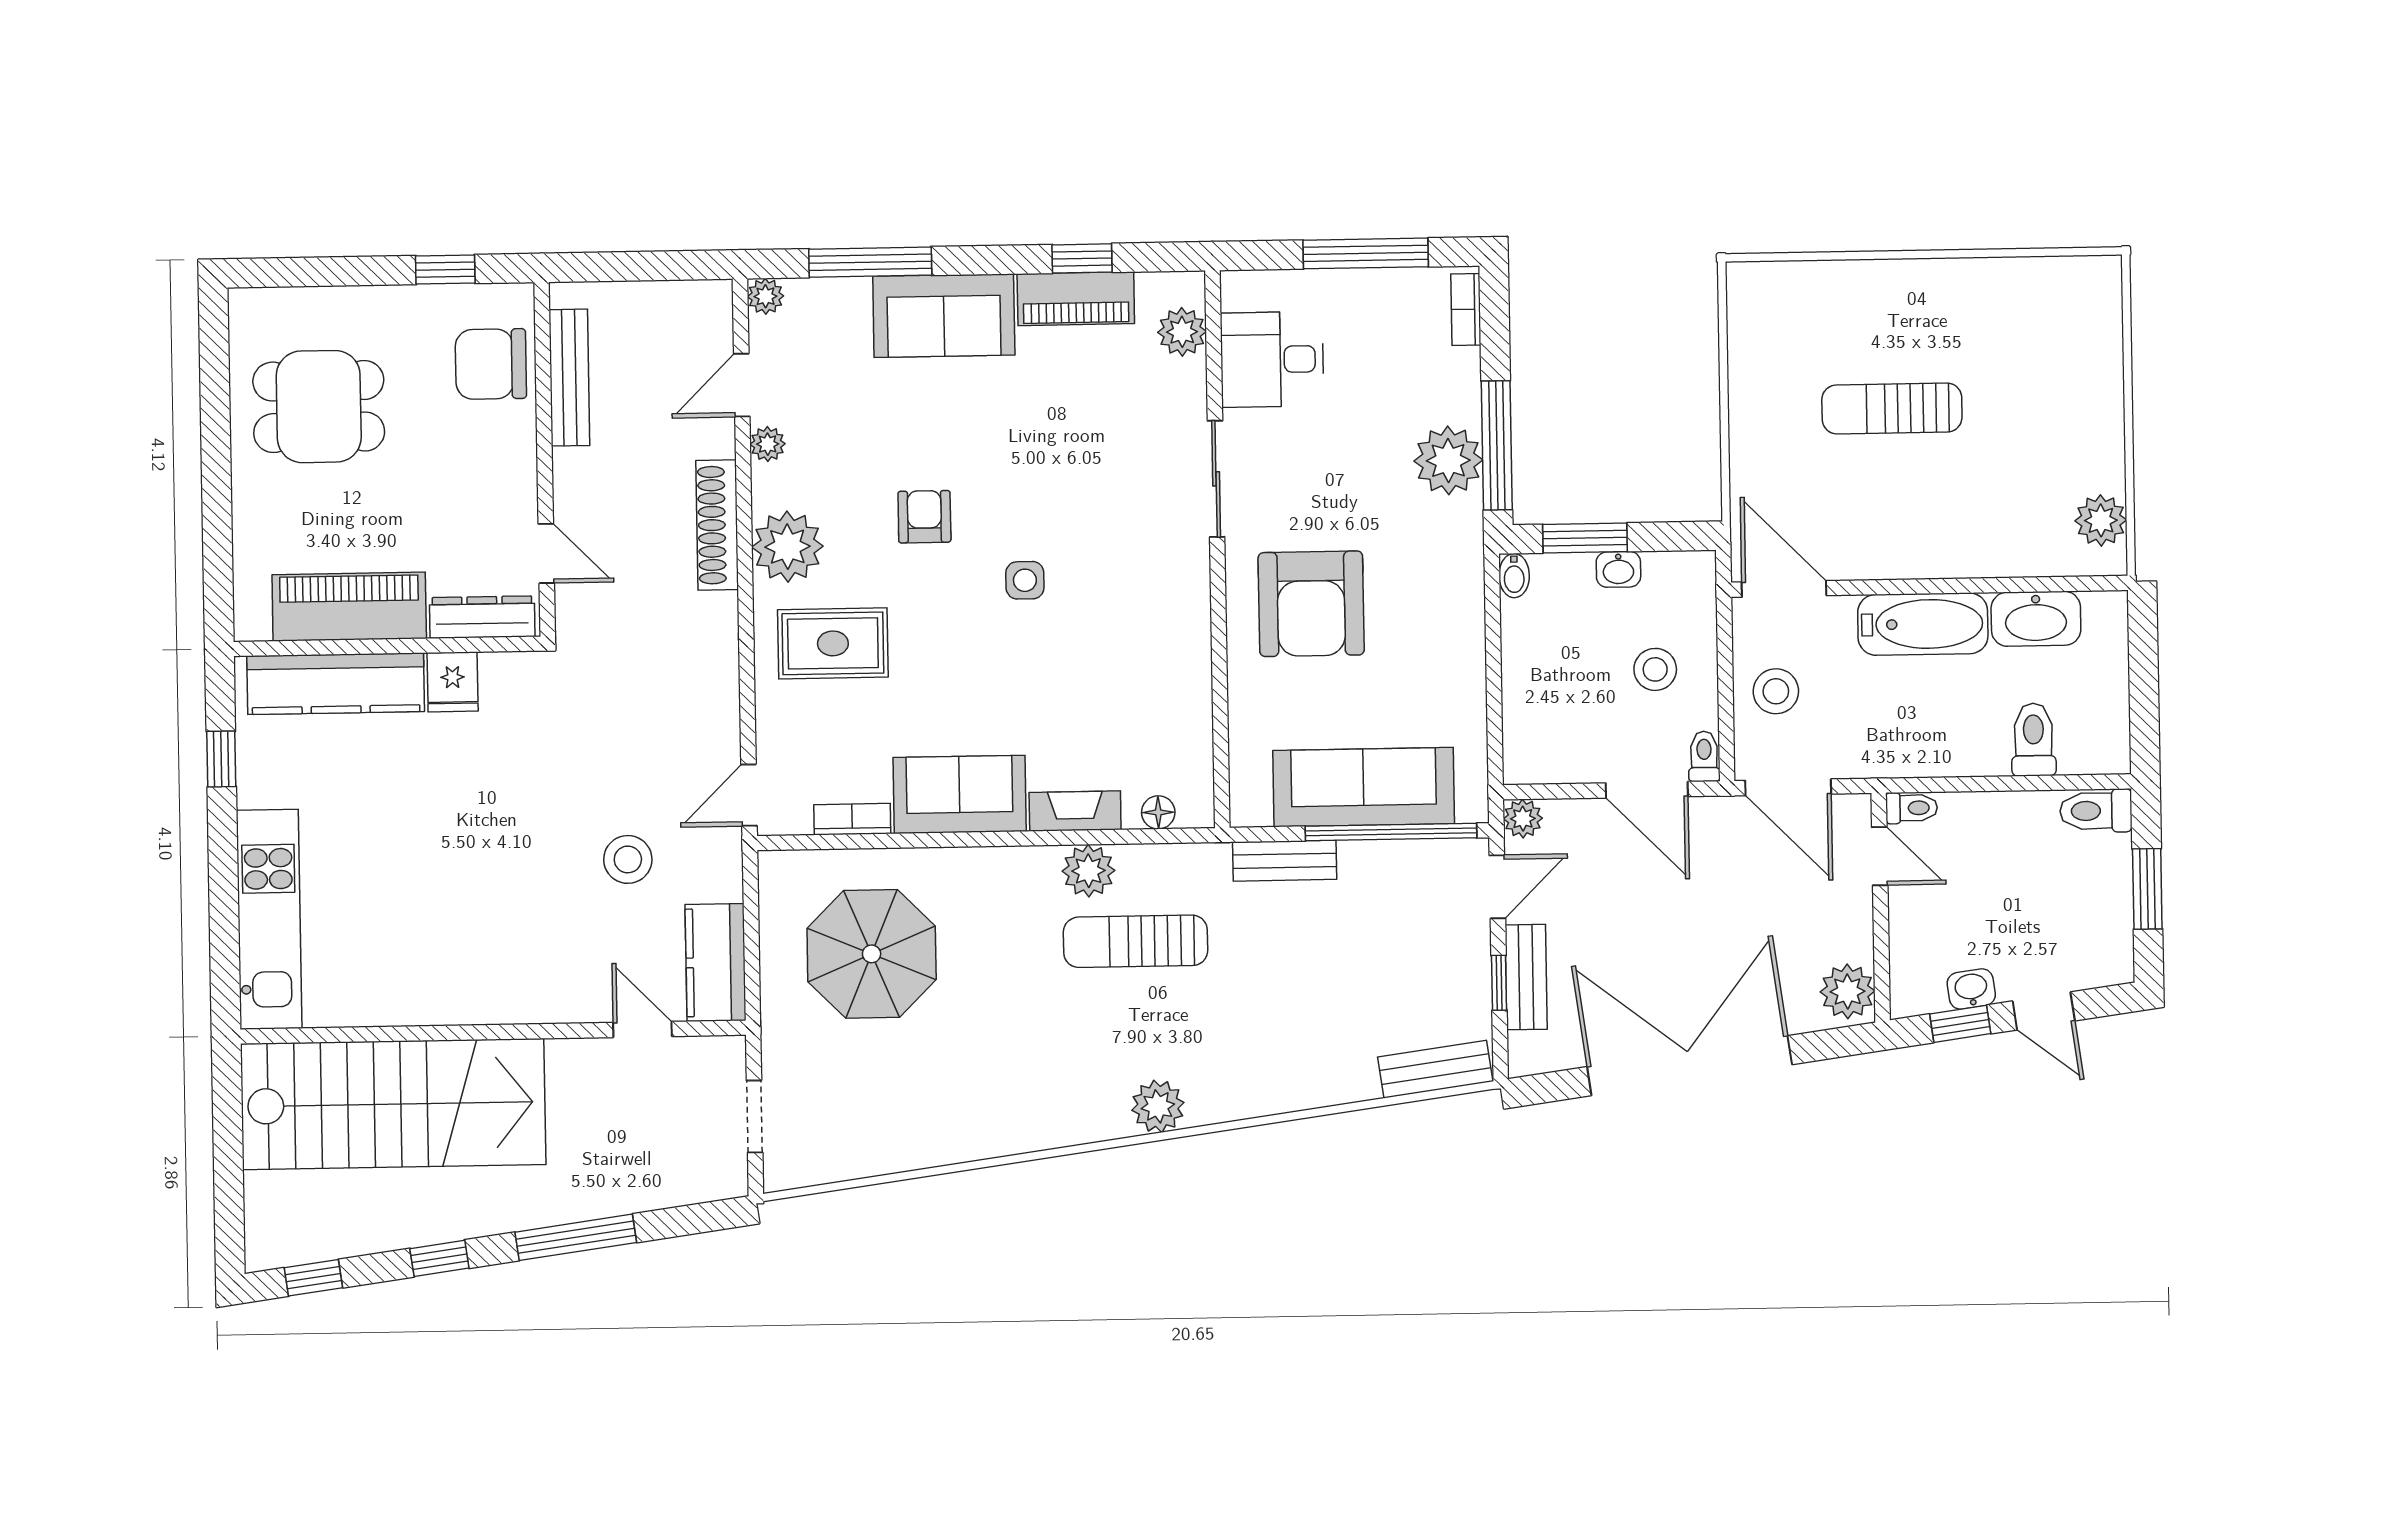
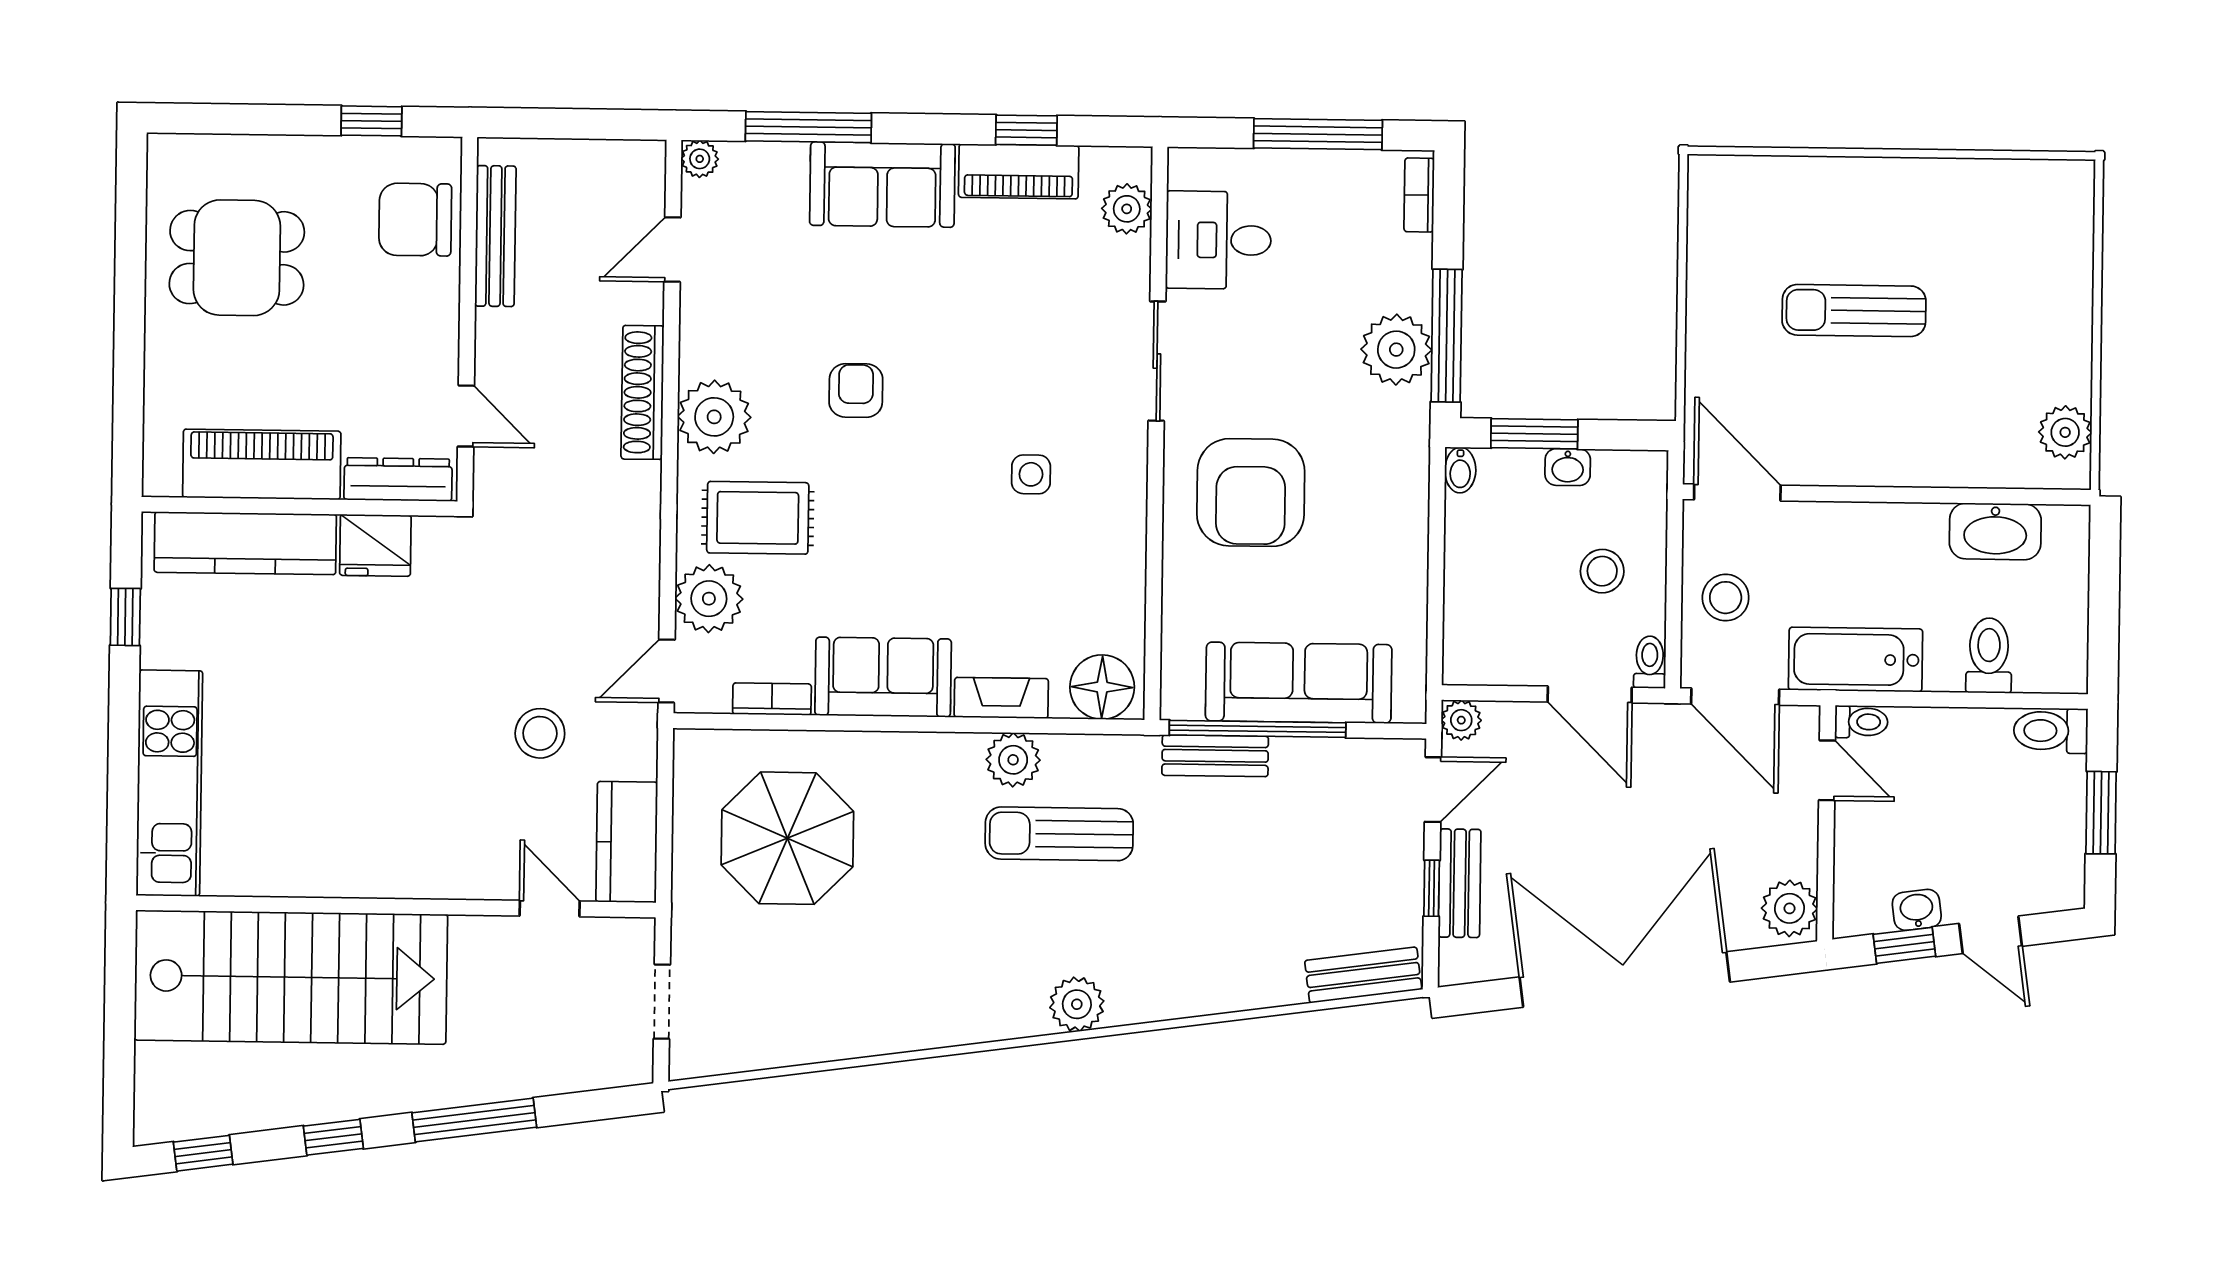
plant: (768, 444) -> (709, 599), moved, width x1.88, depth x1.88
side table: (1025, 580) -> (1031, 474), moved
bathtub: (1923, 624) -> (1856, 660), moved, turned 180
fridge: (453, 682) -> (375, 545), width x1.38
floor lamp: (1158, 812) -> (1102, 687), width x1.89, depth x1.89
window: (1391, 832) -> (1258, 729), moved

